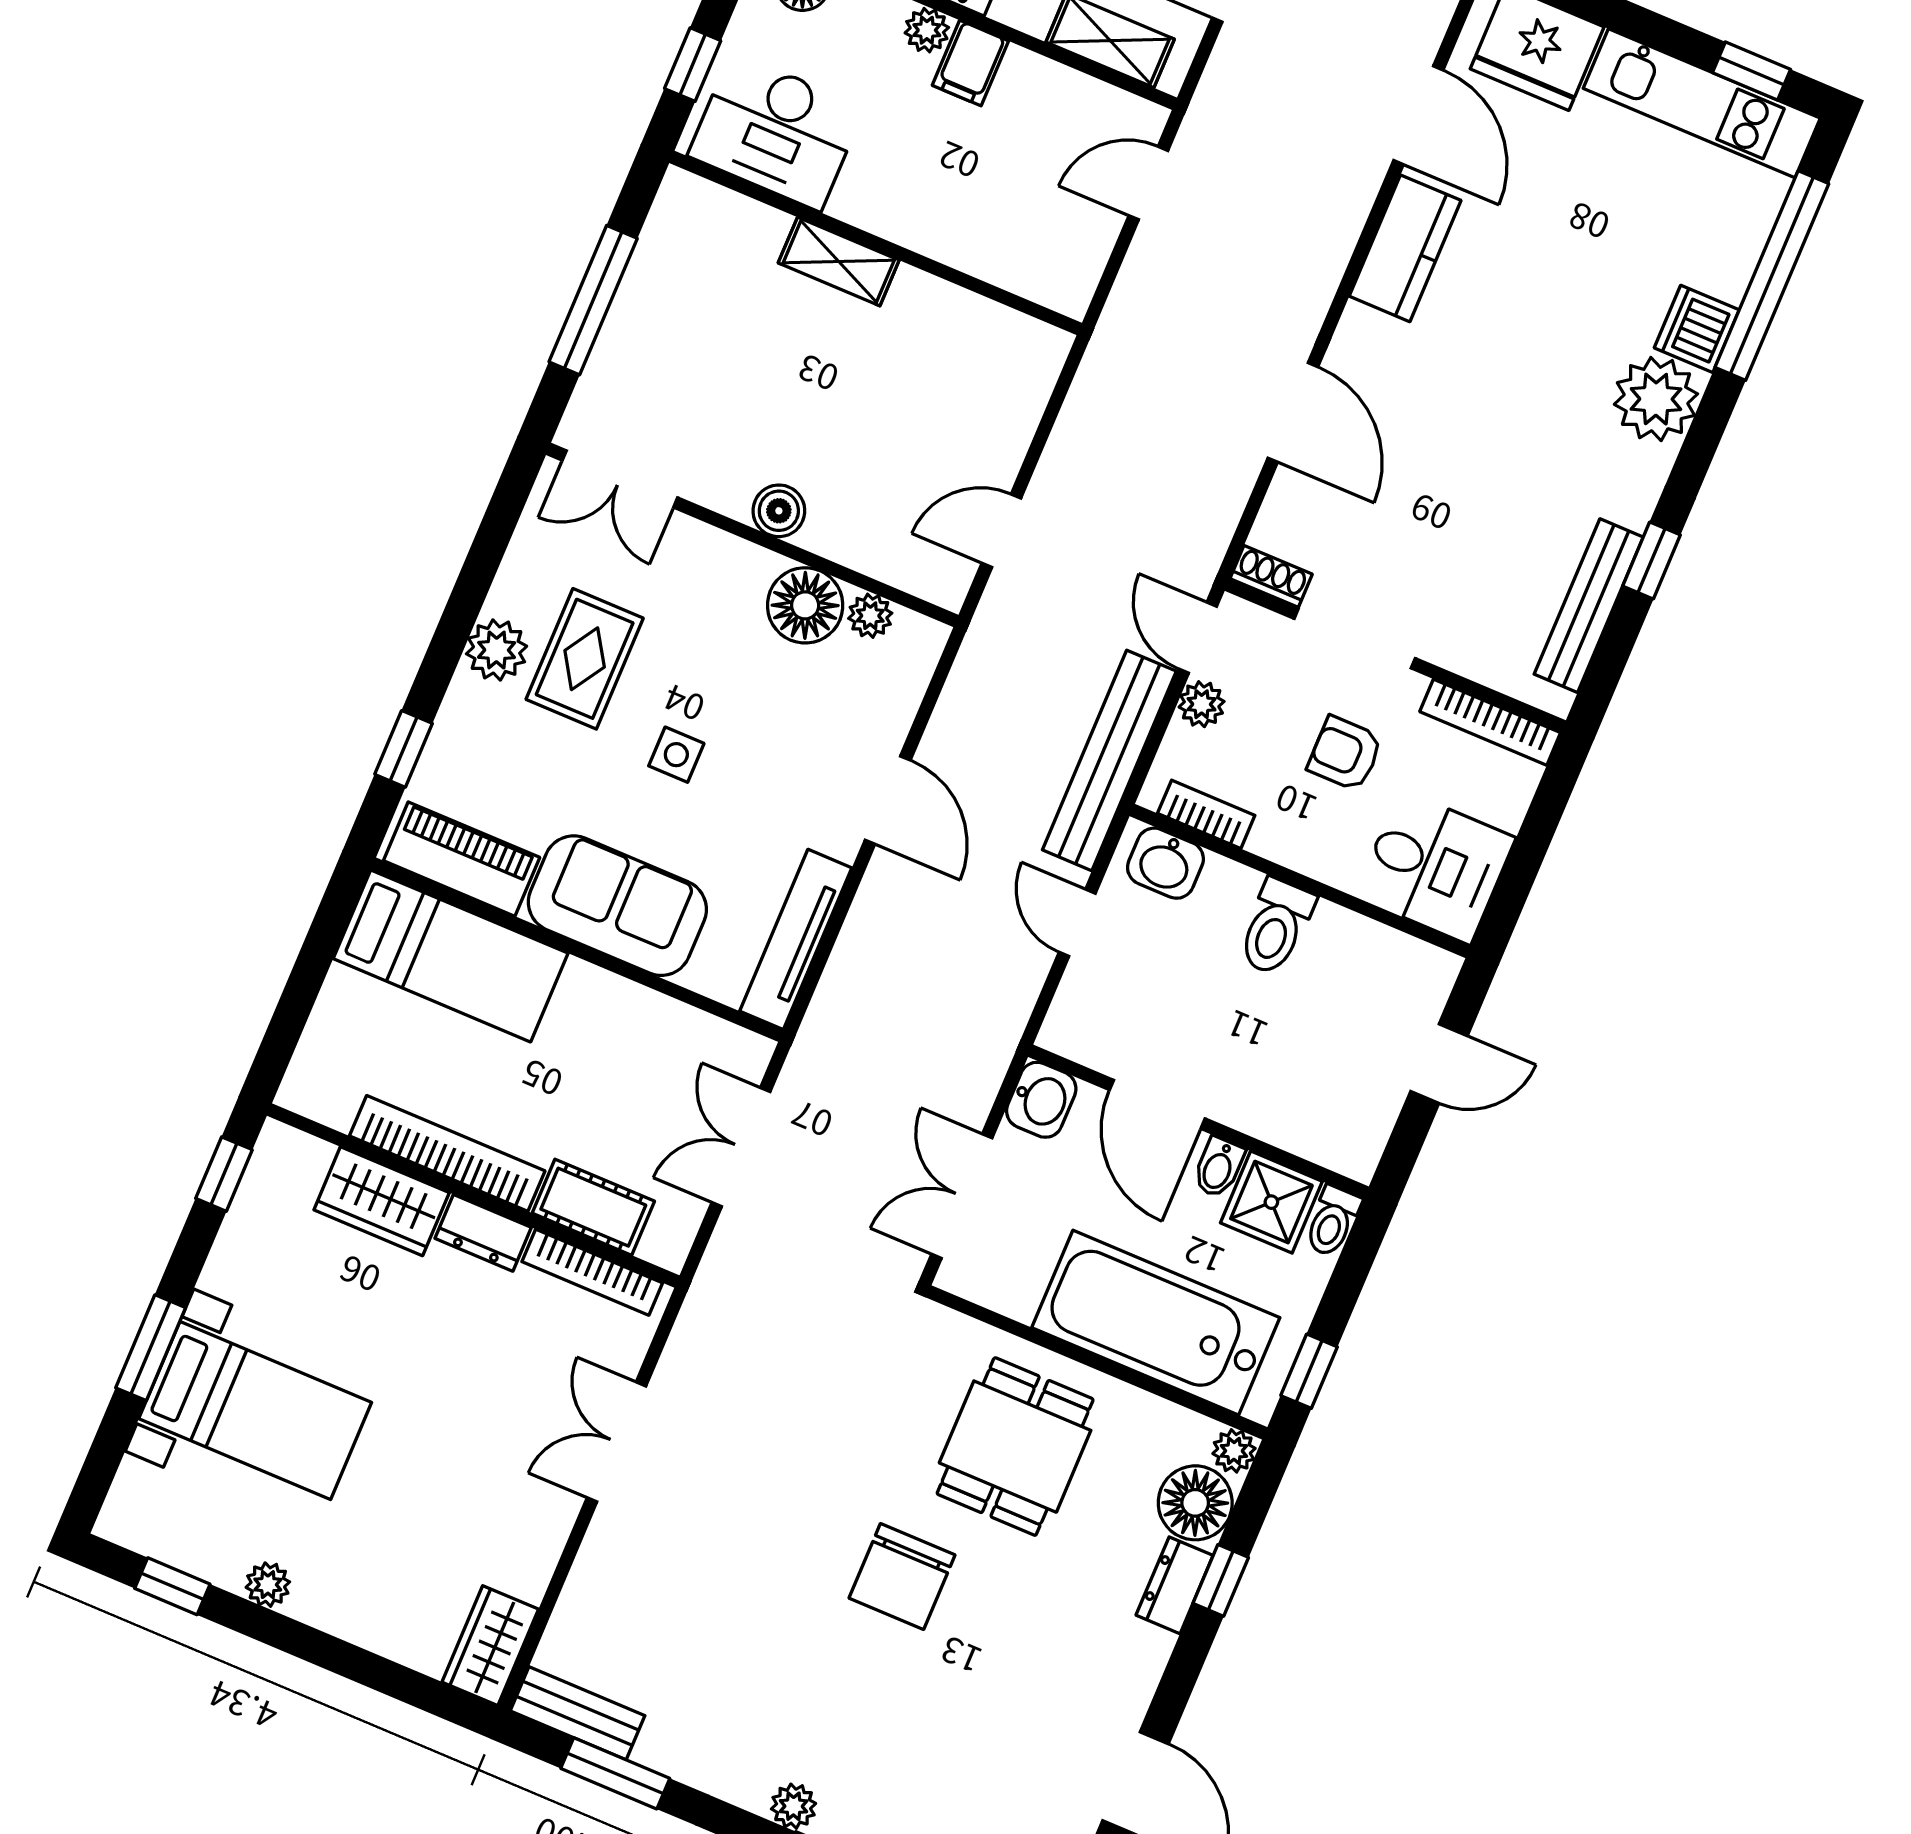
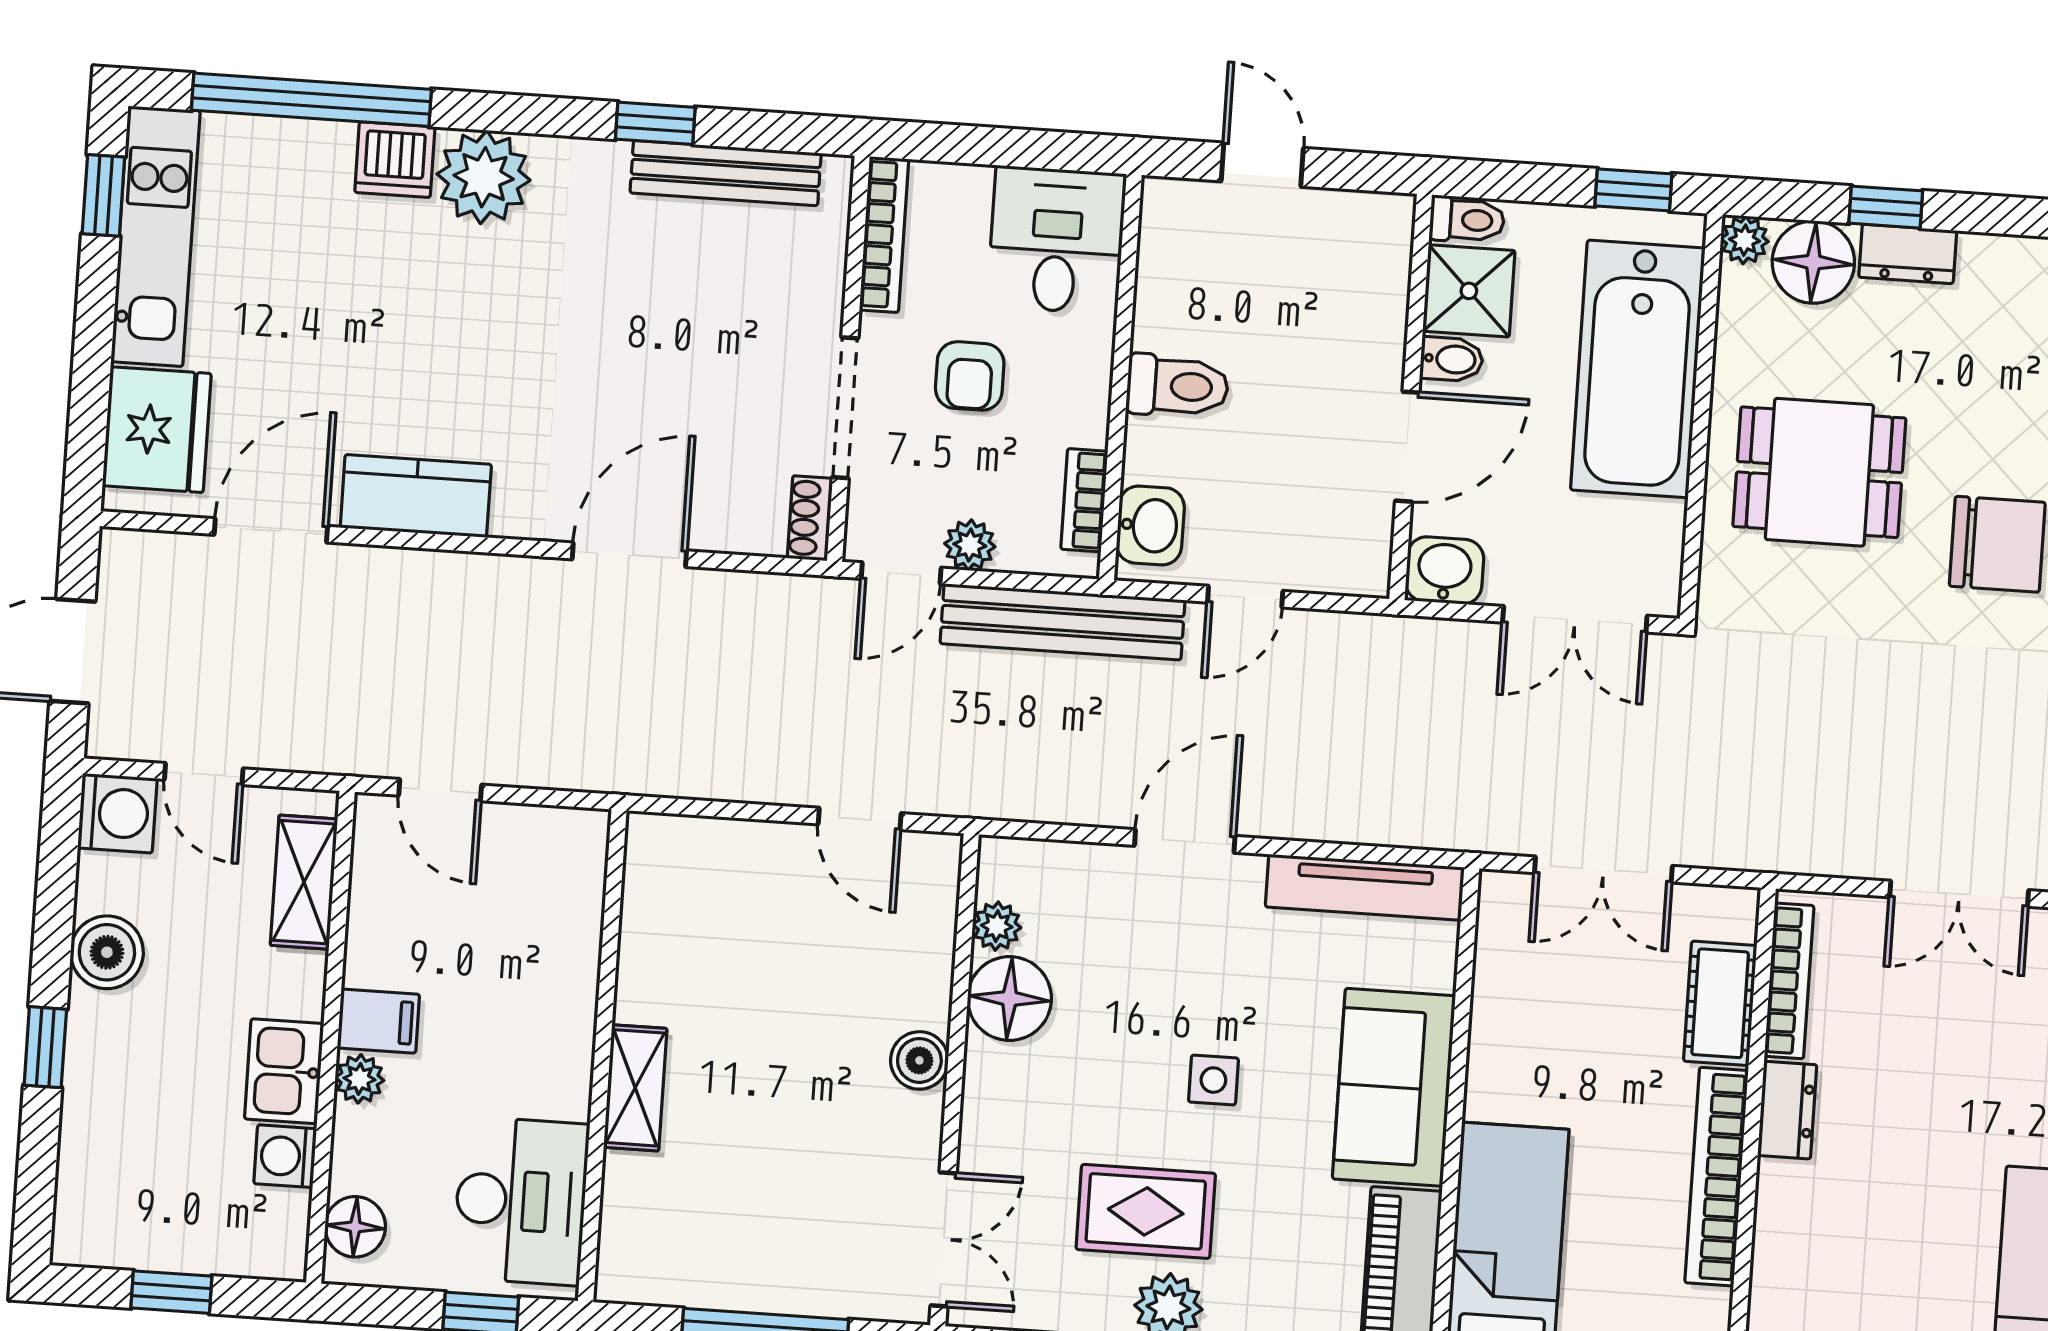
wardrobe: (382, 1201) -> (1791, 1229), removed

